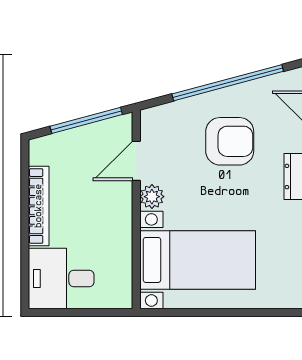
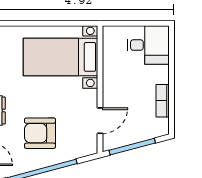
plant: (152, 197) -> (90, 98), removed
bookcase: (39, 206) -> (163, 101), width x0.64

